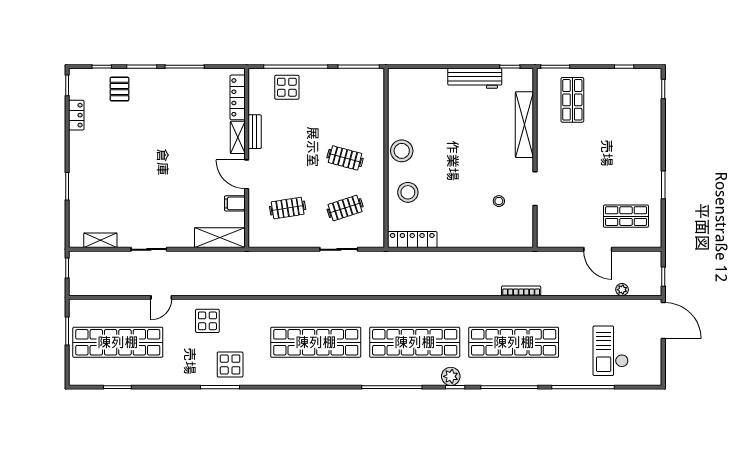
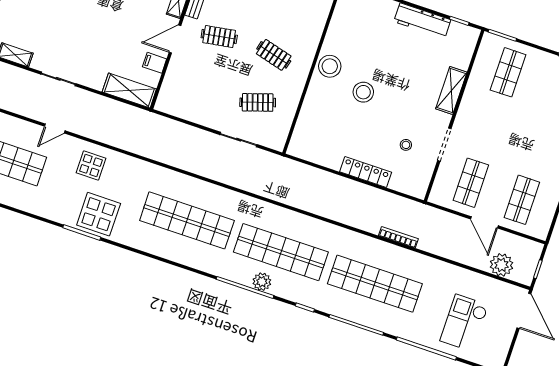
shelving: (524, 125) -> (451, 90), width x0.68
door: (247, 174) -> (175, 39), hinge flipped
stool: (408, 192) -> (363, 92), moved
clothes rail: (288, 208) -> (219, 37), moved
shop shelf: (572, 216) -> (471, 183), added
shop shelf: (626, 216) -> (522, 200), turned 90
locker: (412, 240) -> (366, 172), moved
plant: (622, 290) -> (502, 265), width x1.88, depth x1.88
display table: (230, 364) -> (99, 214), width x1.36, depth x1.36
plant: (451, 376) -> (262, 282), moved

